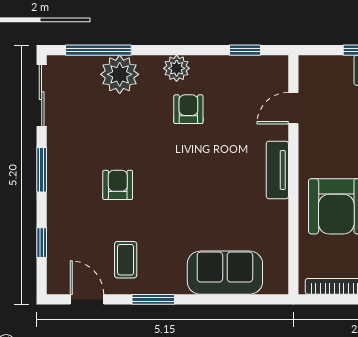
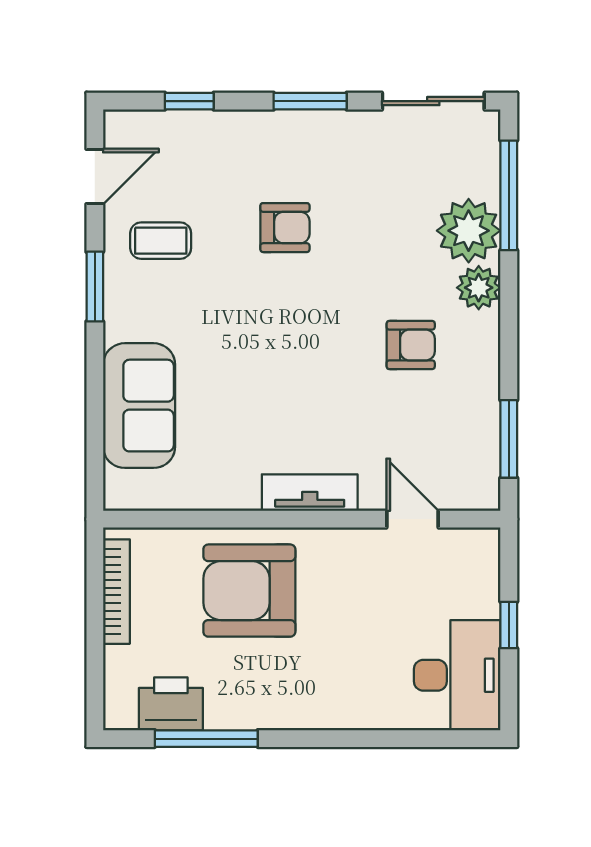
window: (245, 50) -> (509, 439), width x1.50
plant: (177, 68) -> (479, 288), moved

